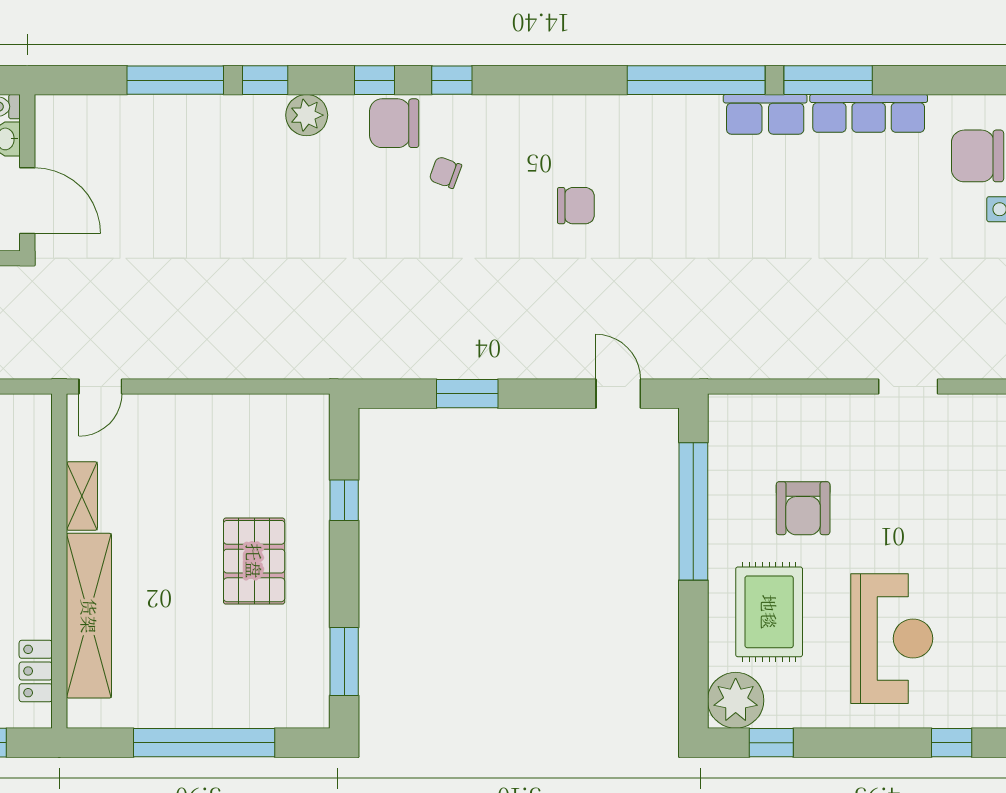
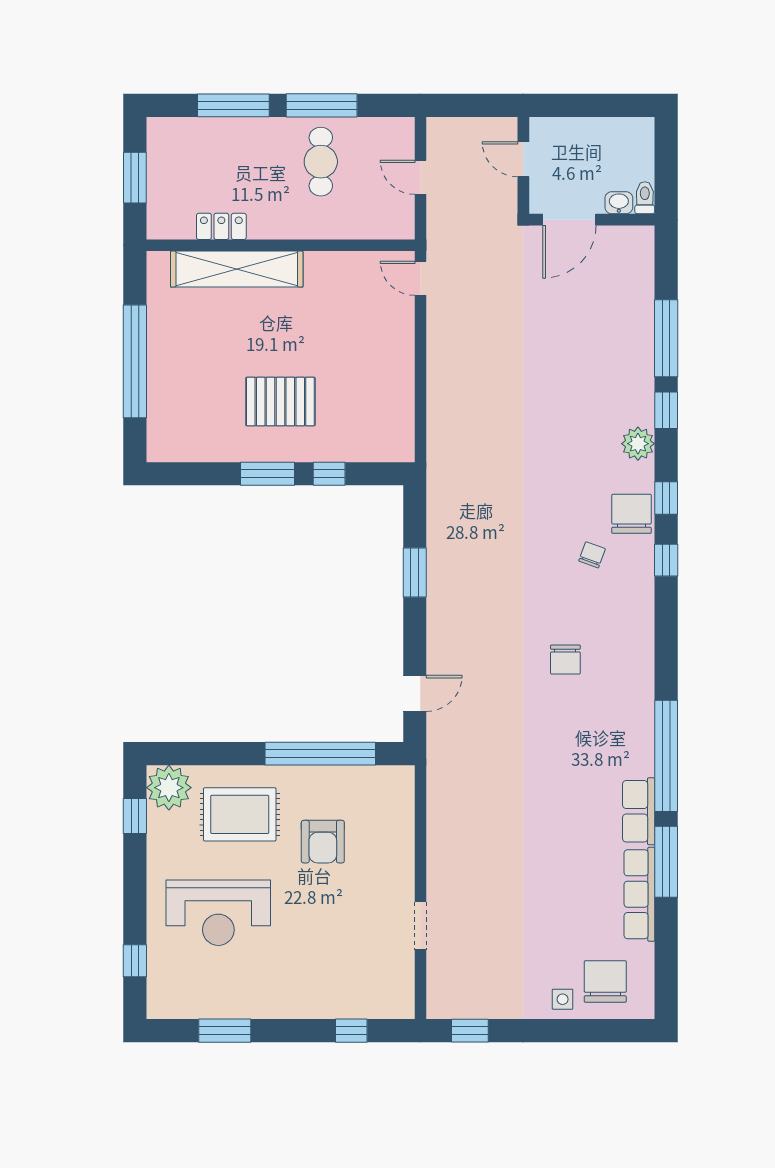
shelving: (82, 496) -> (333, 263), removed
armchair: (803, 508) -> (323, 842), turned -90
window: (344, 662) -> (268, 474), moved
locker: (36, 671) -> (221, 226), moved

